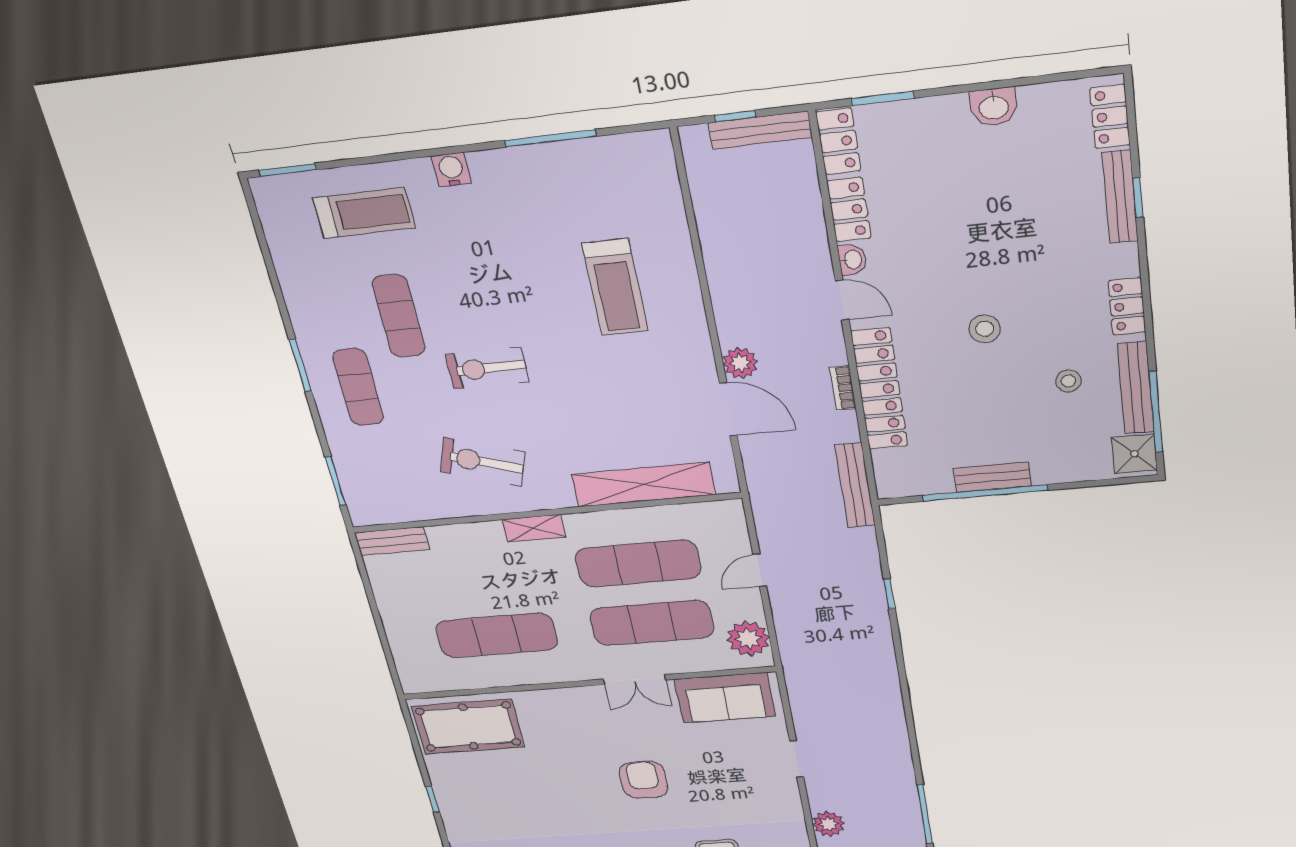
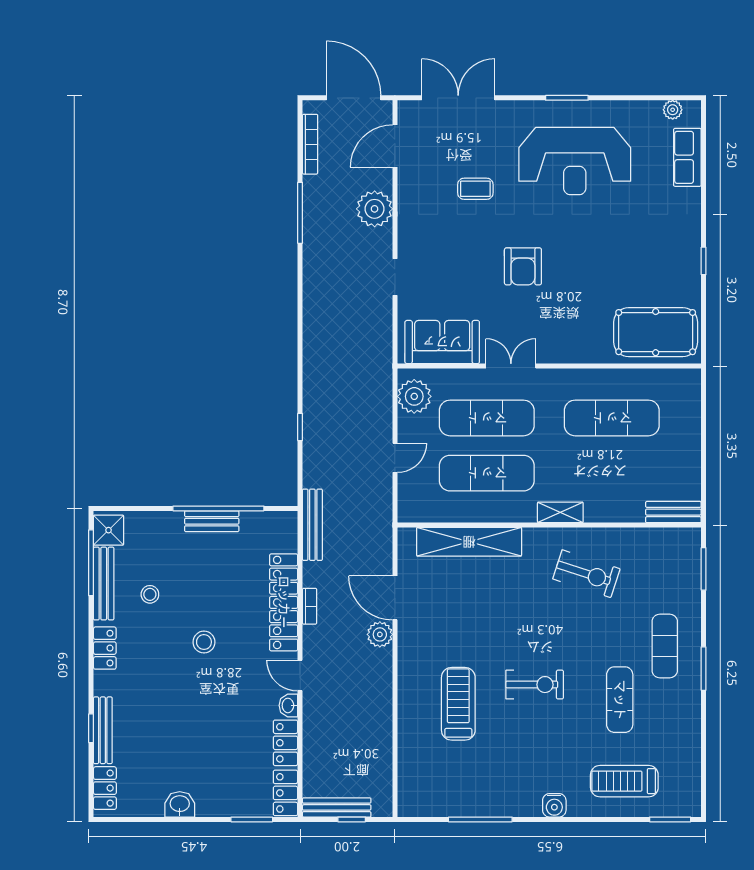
exercise bike: (487, 368) -> (535, 685), moved
plant: (828, 824) -> (375, 209), width x1.36, depth x1.36

